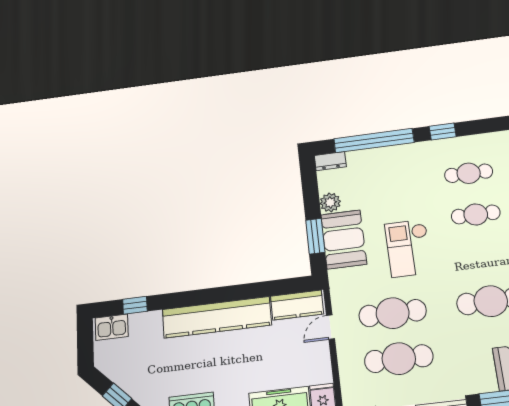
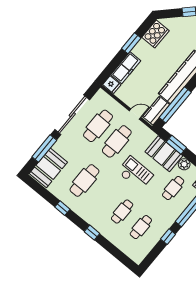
cafe table: (375, 185) -> (173, 188), added
window: (264, 289) -> (175, 105), added
door: (330, 327) -> (135, 114), hinge flipped

